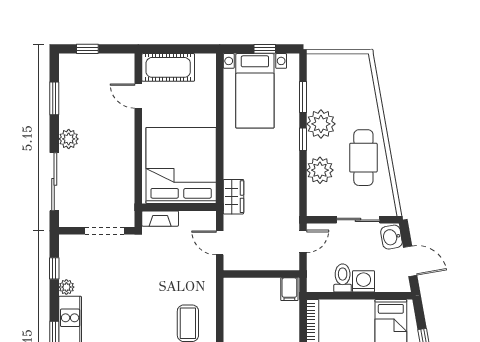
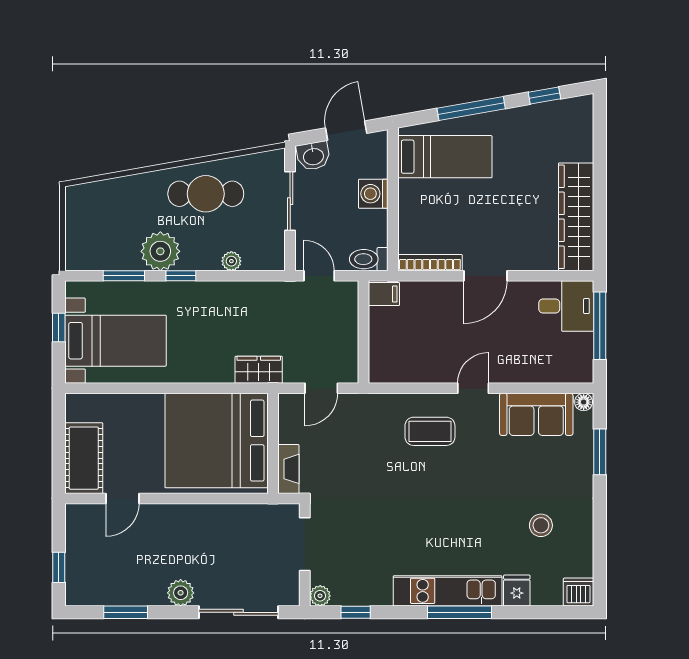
plant: (320, 170) -> (231, 261), width x0.53, depth x0.53
toilet: (343, 278) -> (369, 259), moved
plant: (66, 287) -> (320, 596), moved

